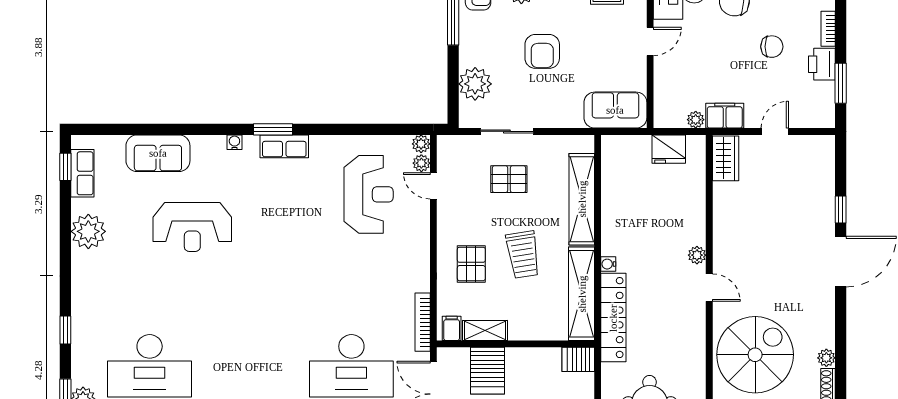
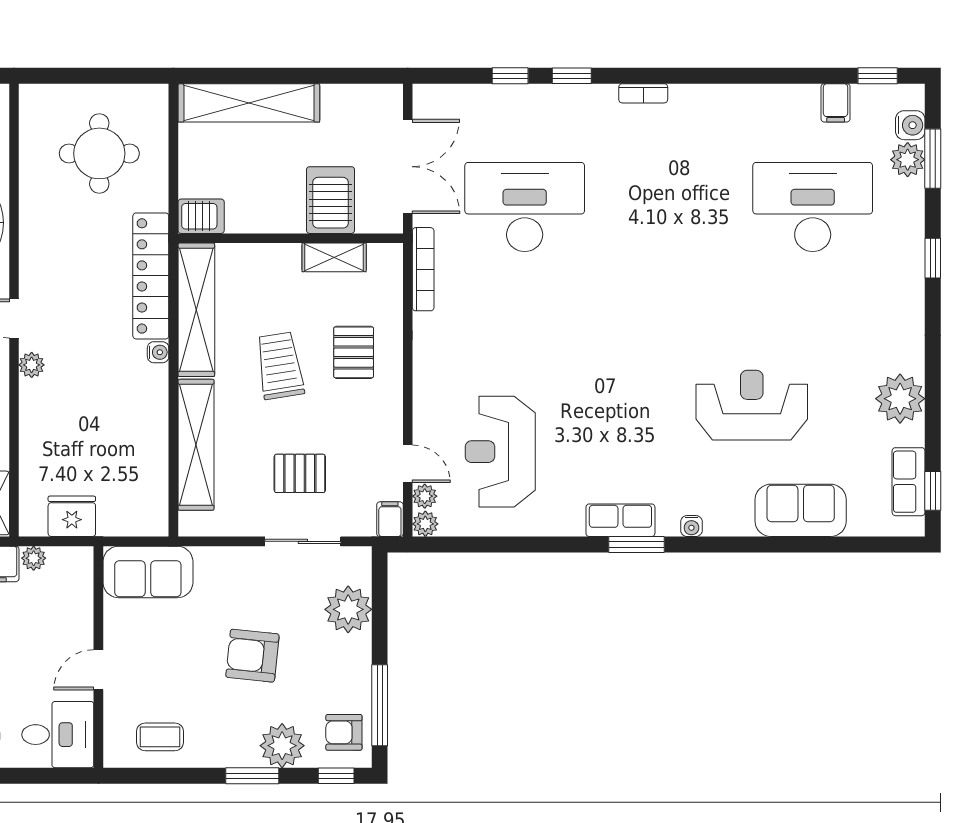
armchair: (542, 51) -> (252, 656), turned -84
filing cabinet: (452, 328) -> (390, 519), moved, turned 180

